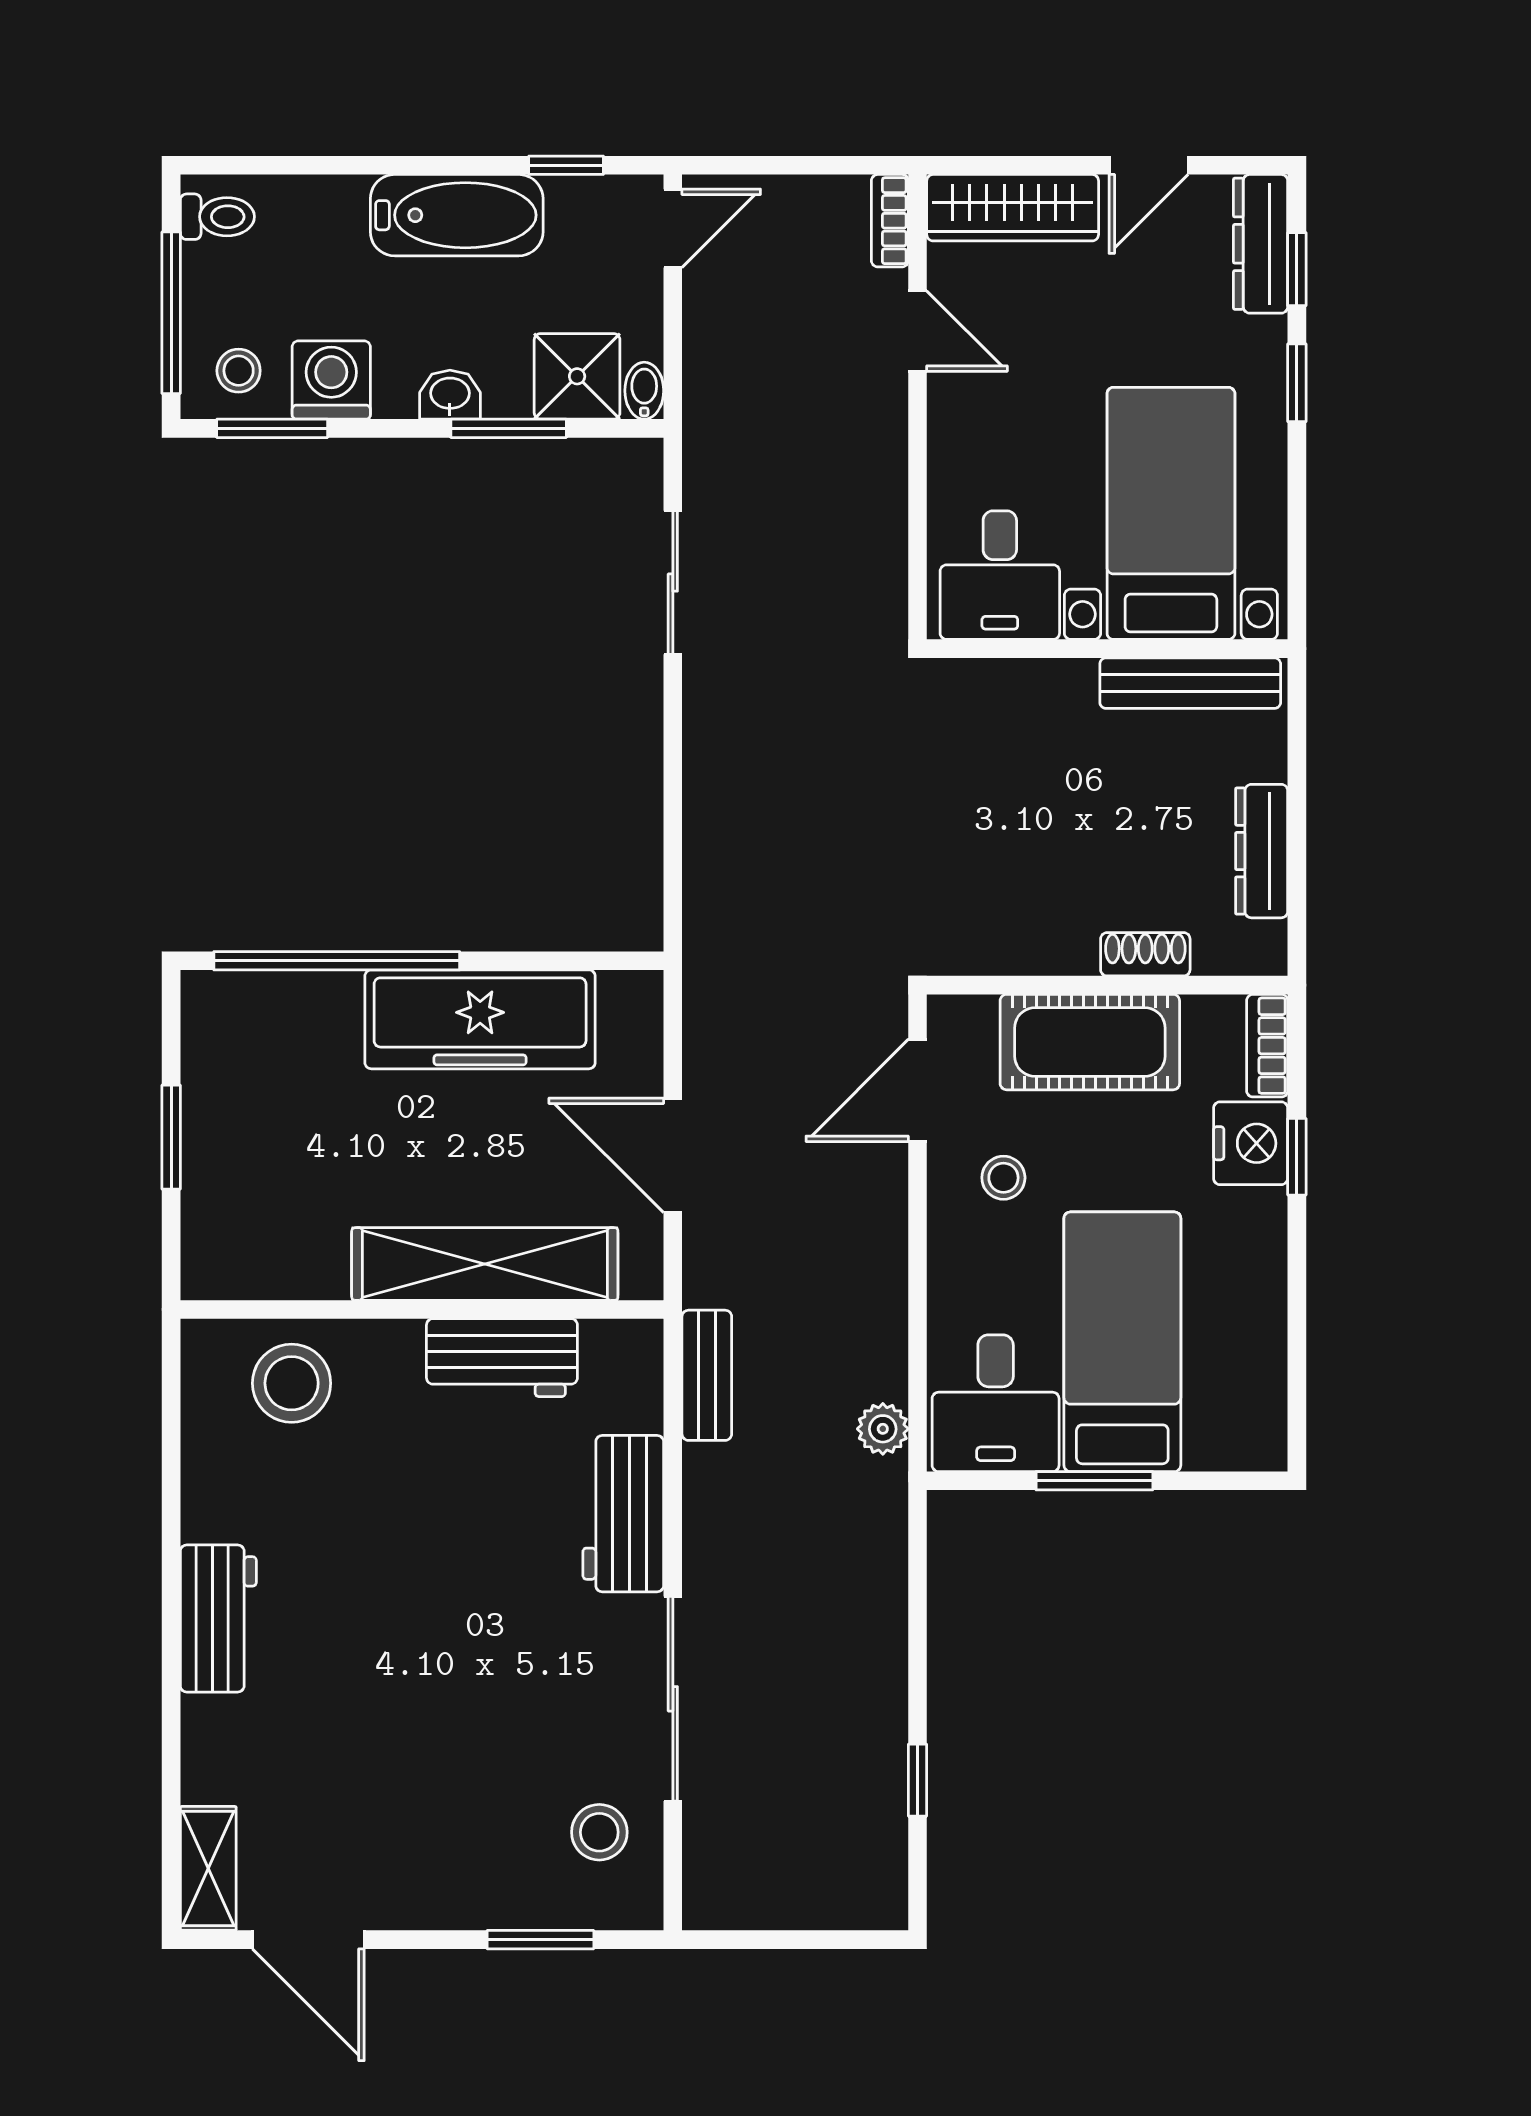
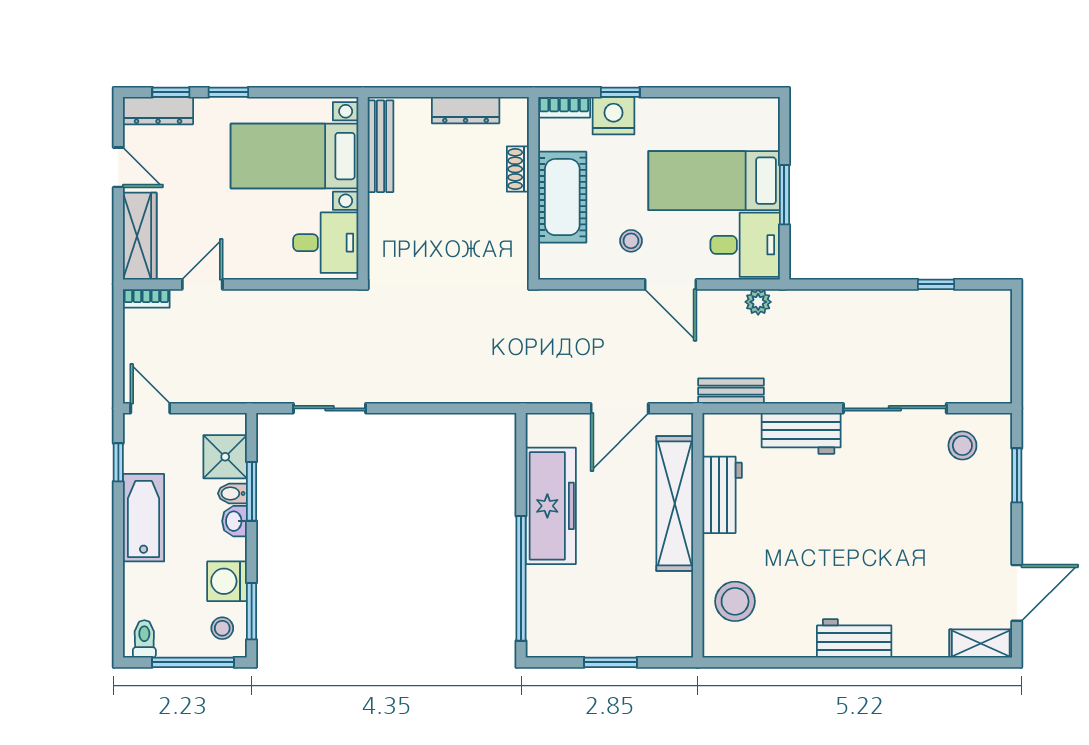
bidet: (644, 391) -> (232, 493), moved
door: (918, 1090) -> (671, 284), moved

